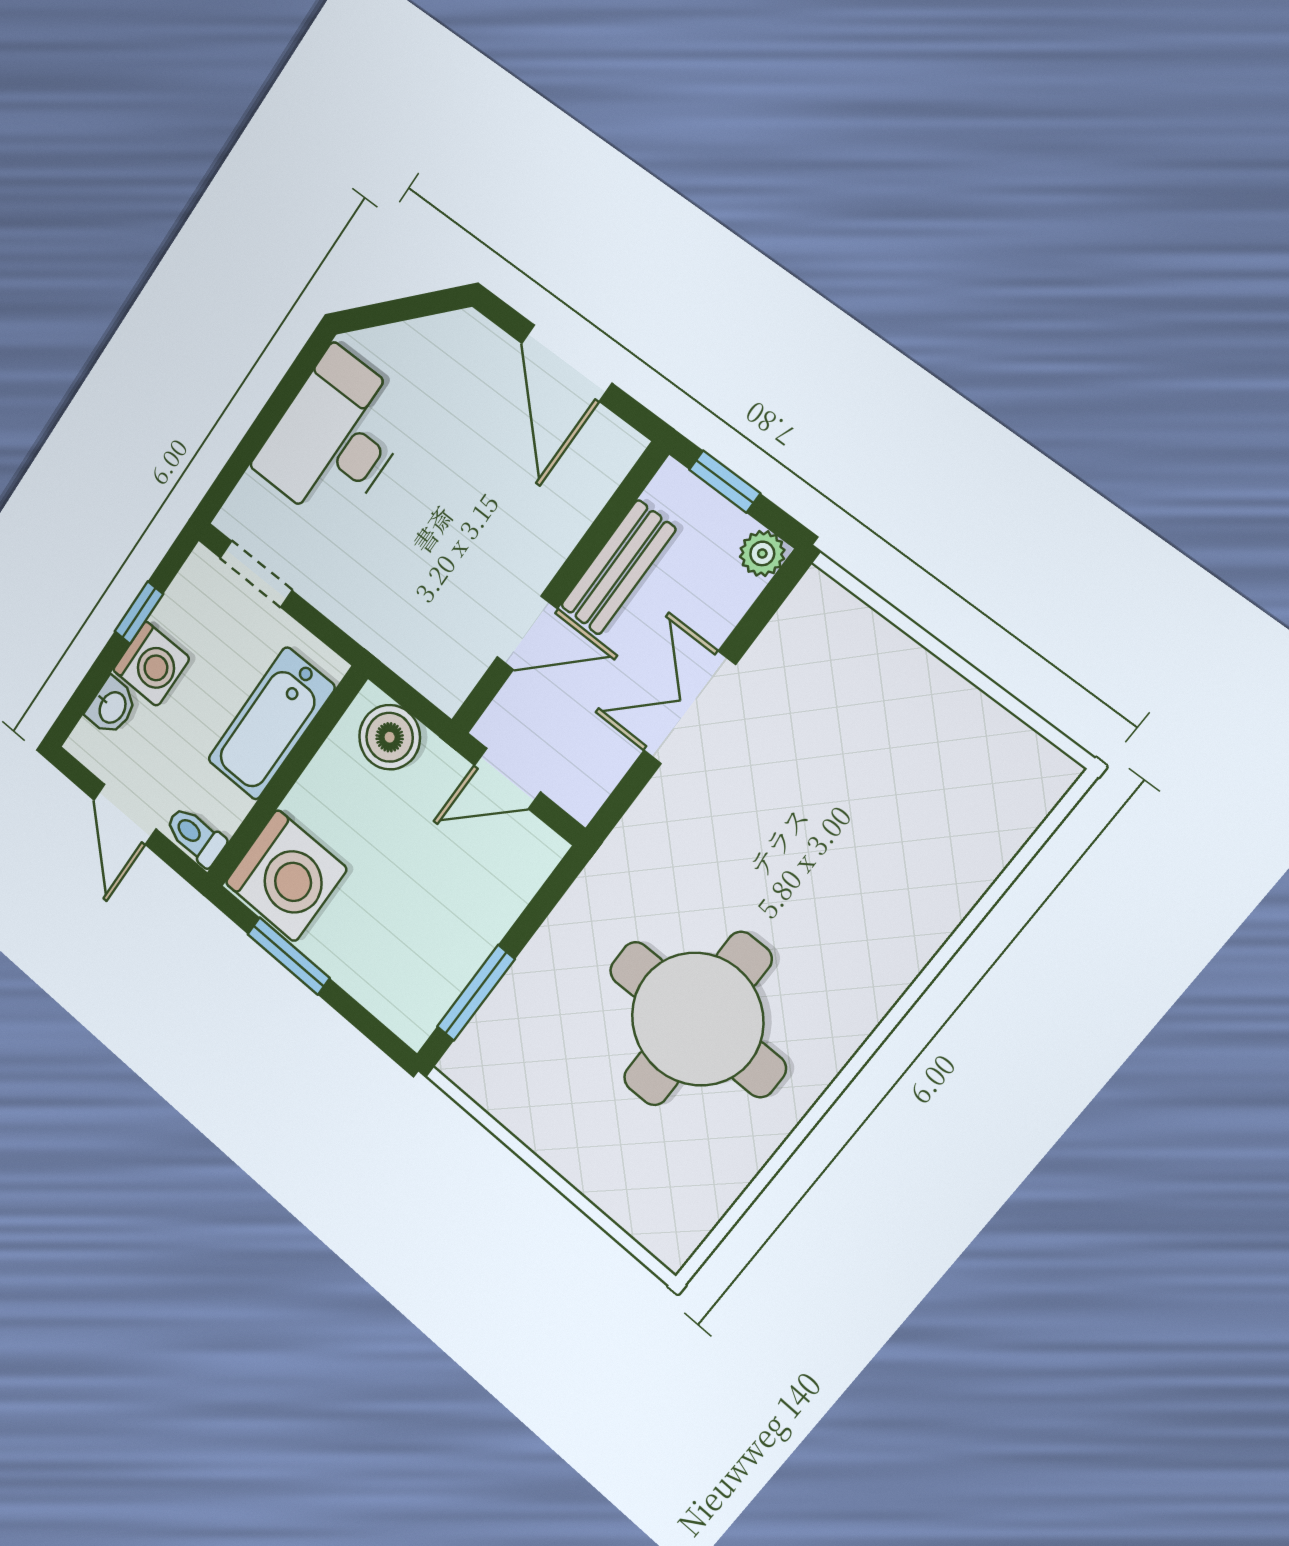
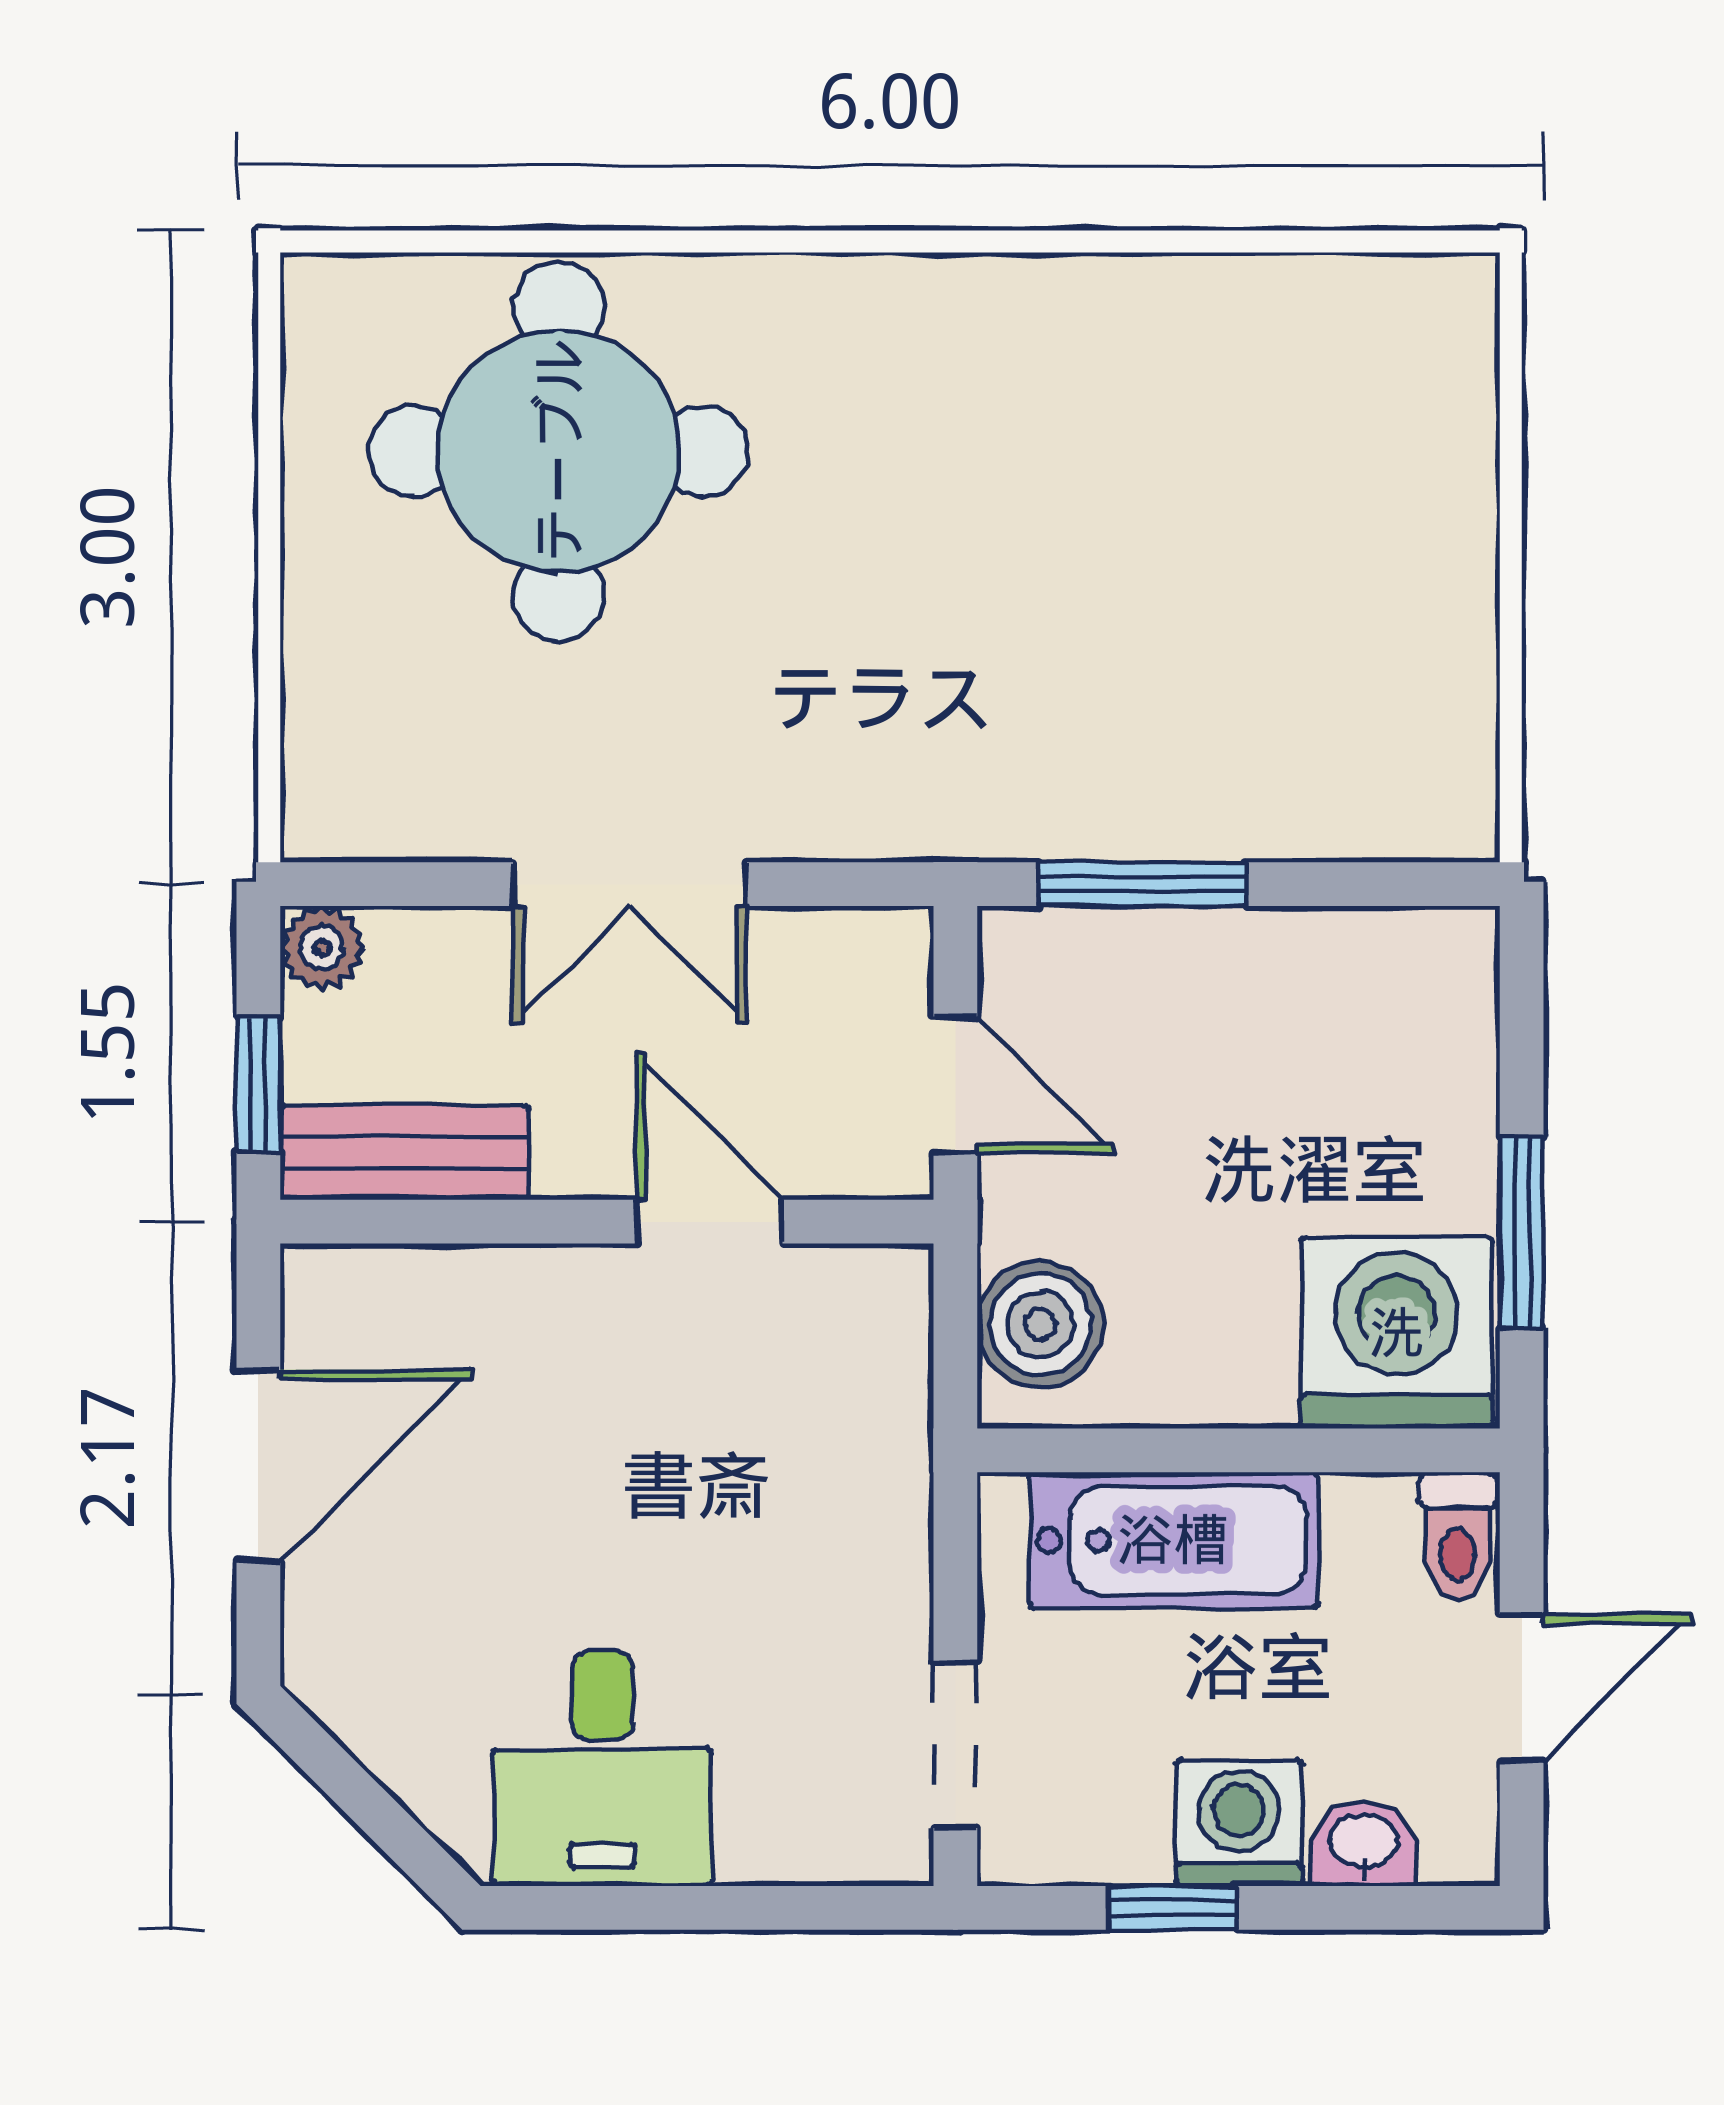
desk: (335, 438) -> (602, 1768), width x0.73
bench: (618, 567) -> (404, 1152), moved
window: (476, 993) -> (1142, 884), moved
round table: (697, 1019) -> (559, 451), moved

